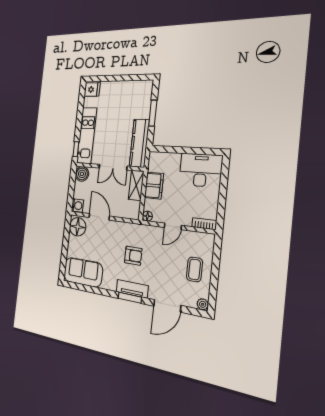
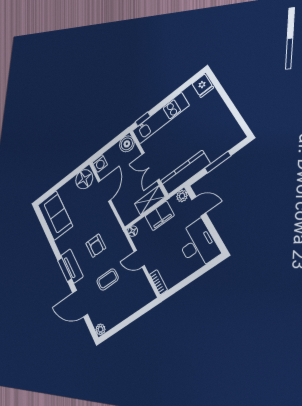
door: (172, 150) -> (199, 206), added
plant: (154, 157) -> (182, 196), added
coffee table: (194, 269) -> (108, 280), moved

